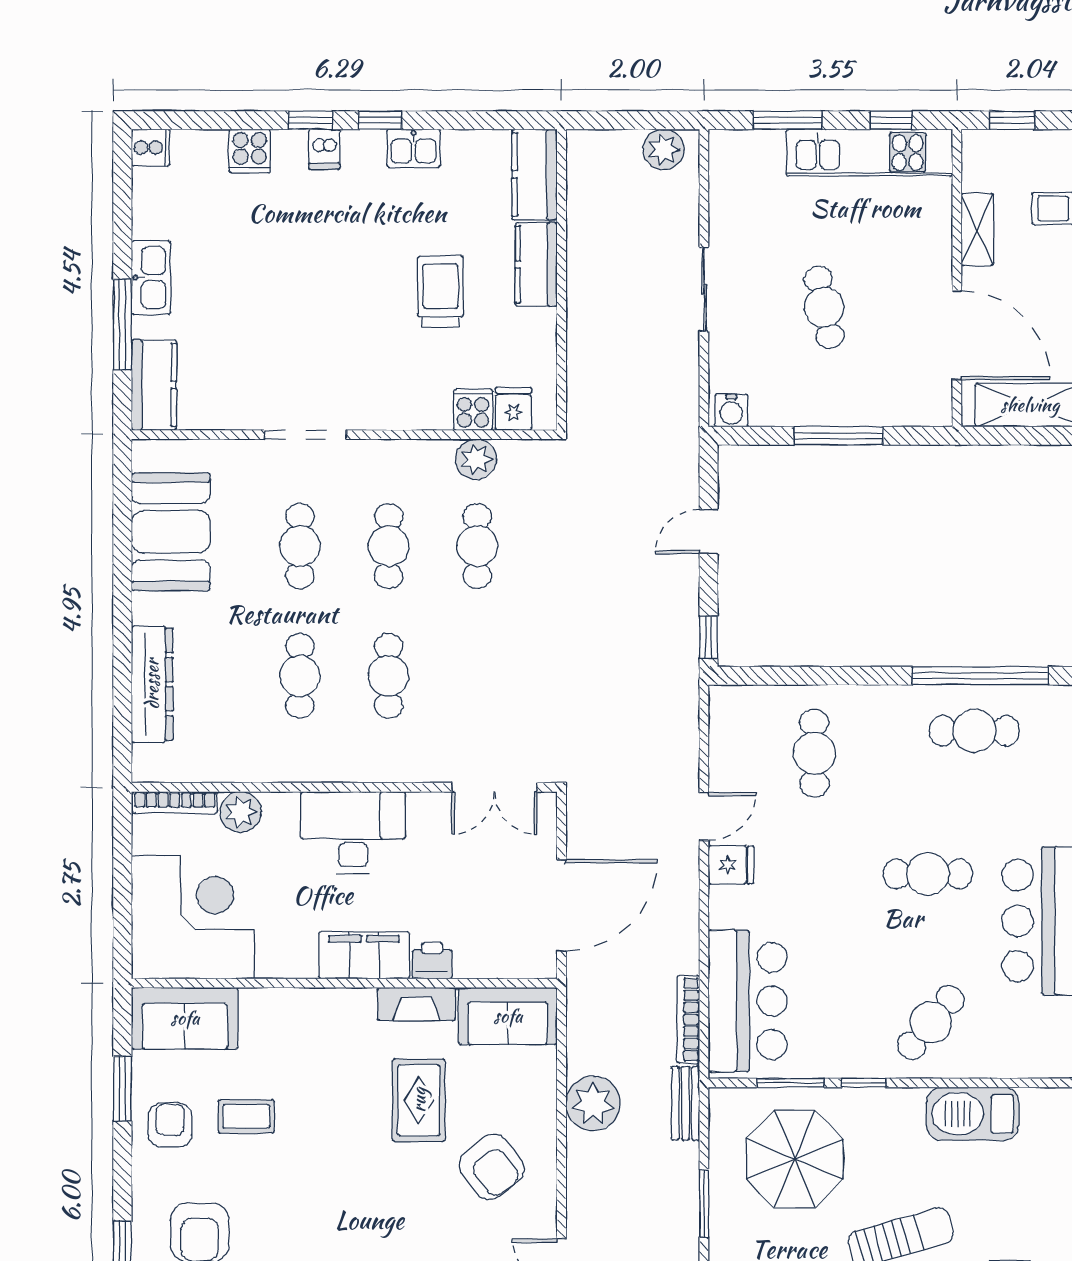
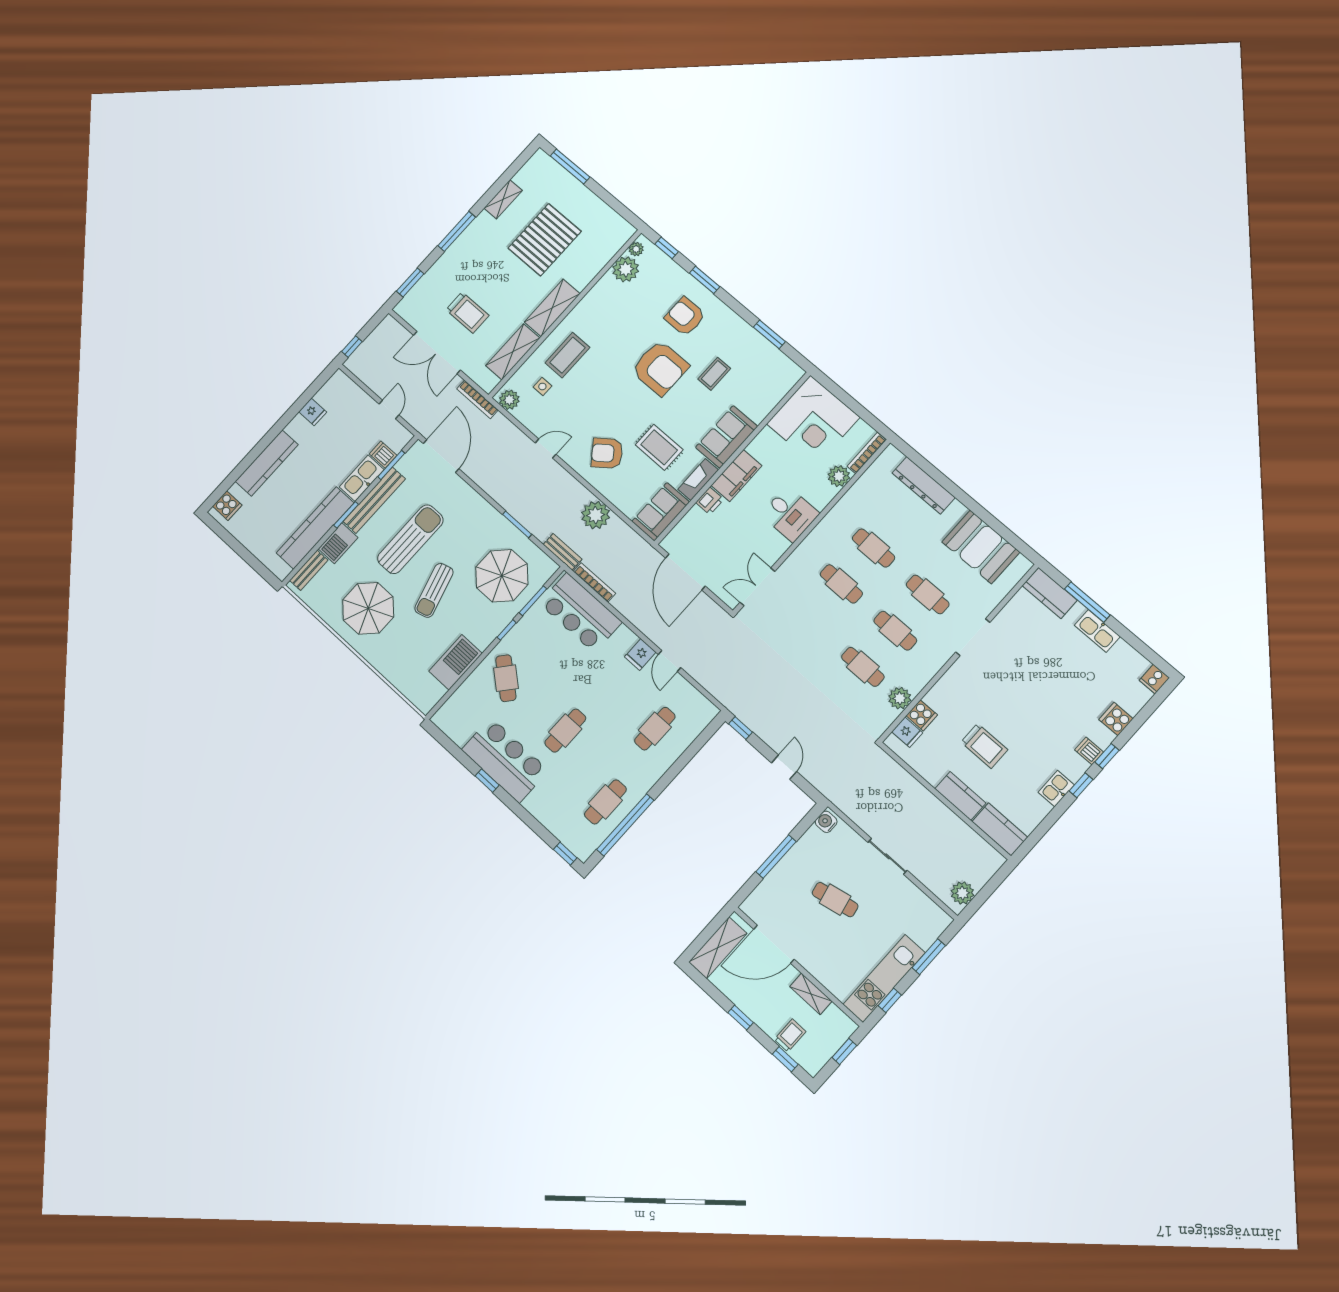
cafe table: (814, 753) -> (655, 729), turned 90
desk: (353, 832) -> (790, 514), width x0.73
sofa: (185, 1018) -> (727, 437), moved
armchair: (170, 1125) -> (660, 368), moved, width x1.88, depth x1.88

